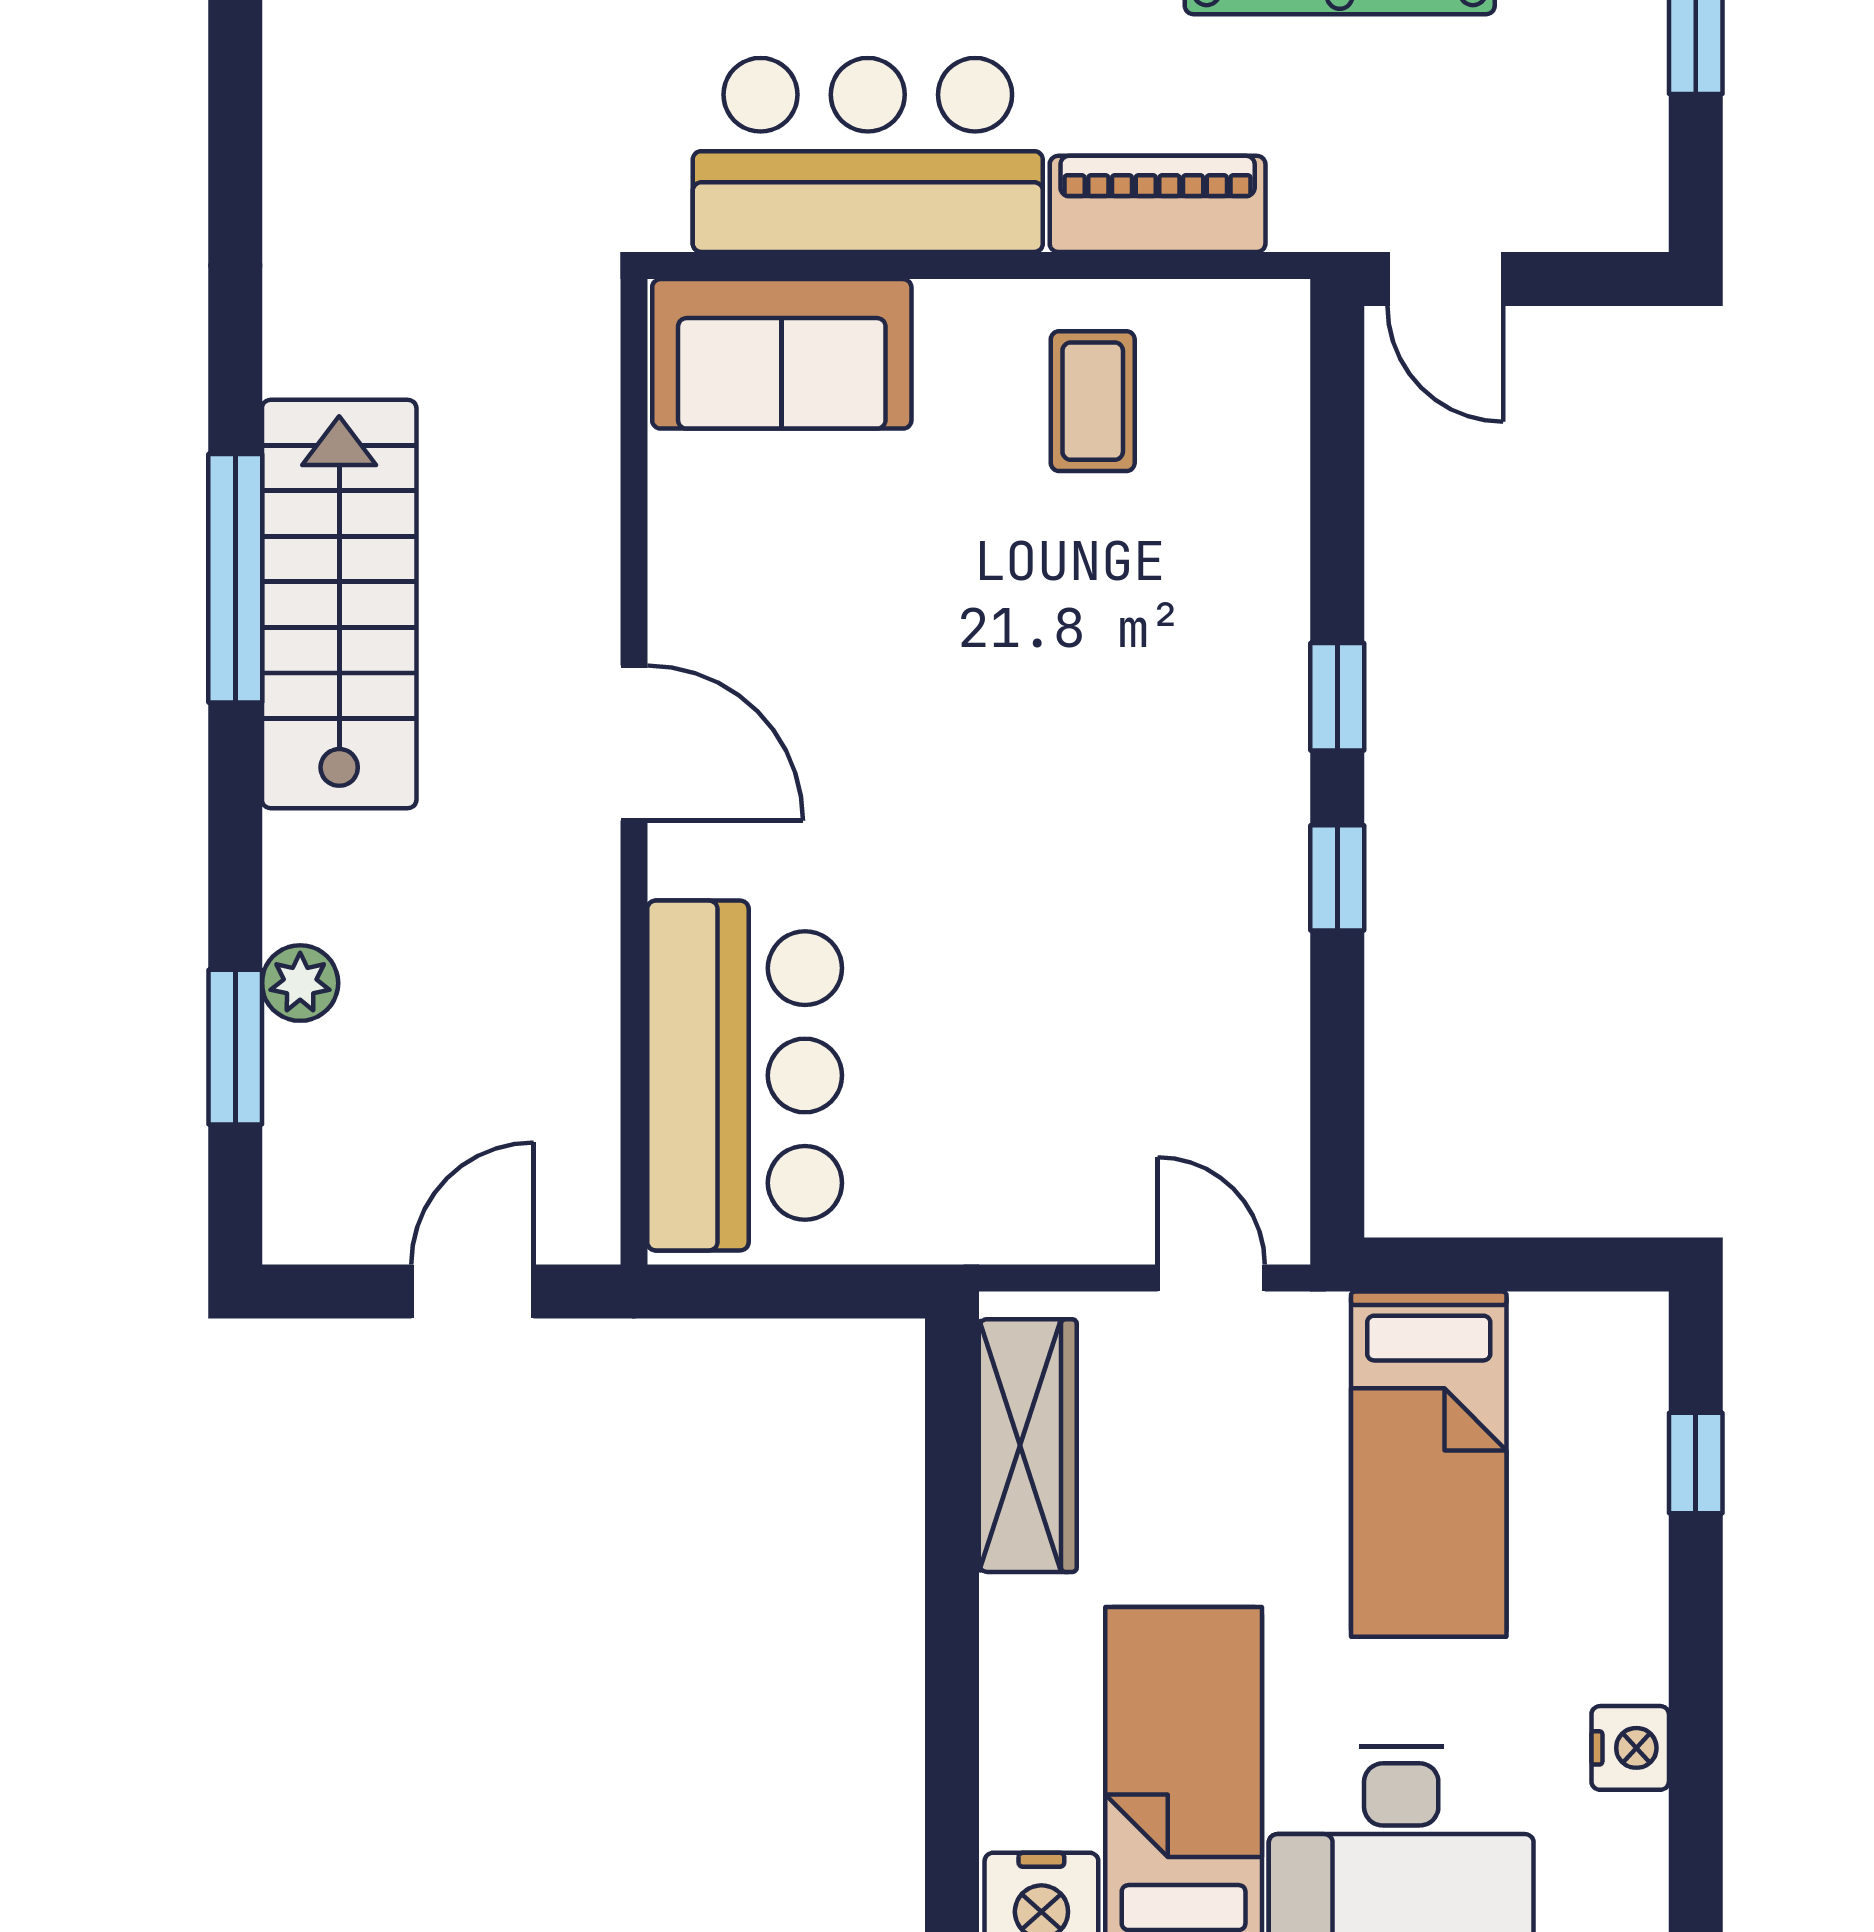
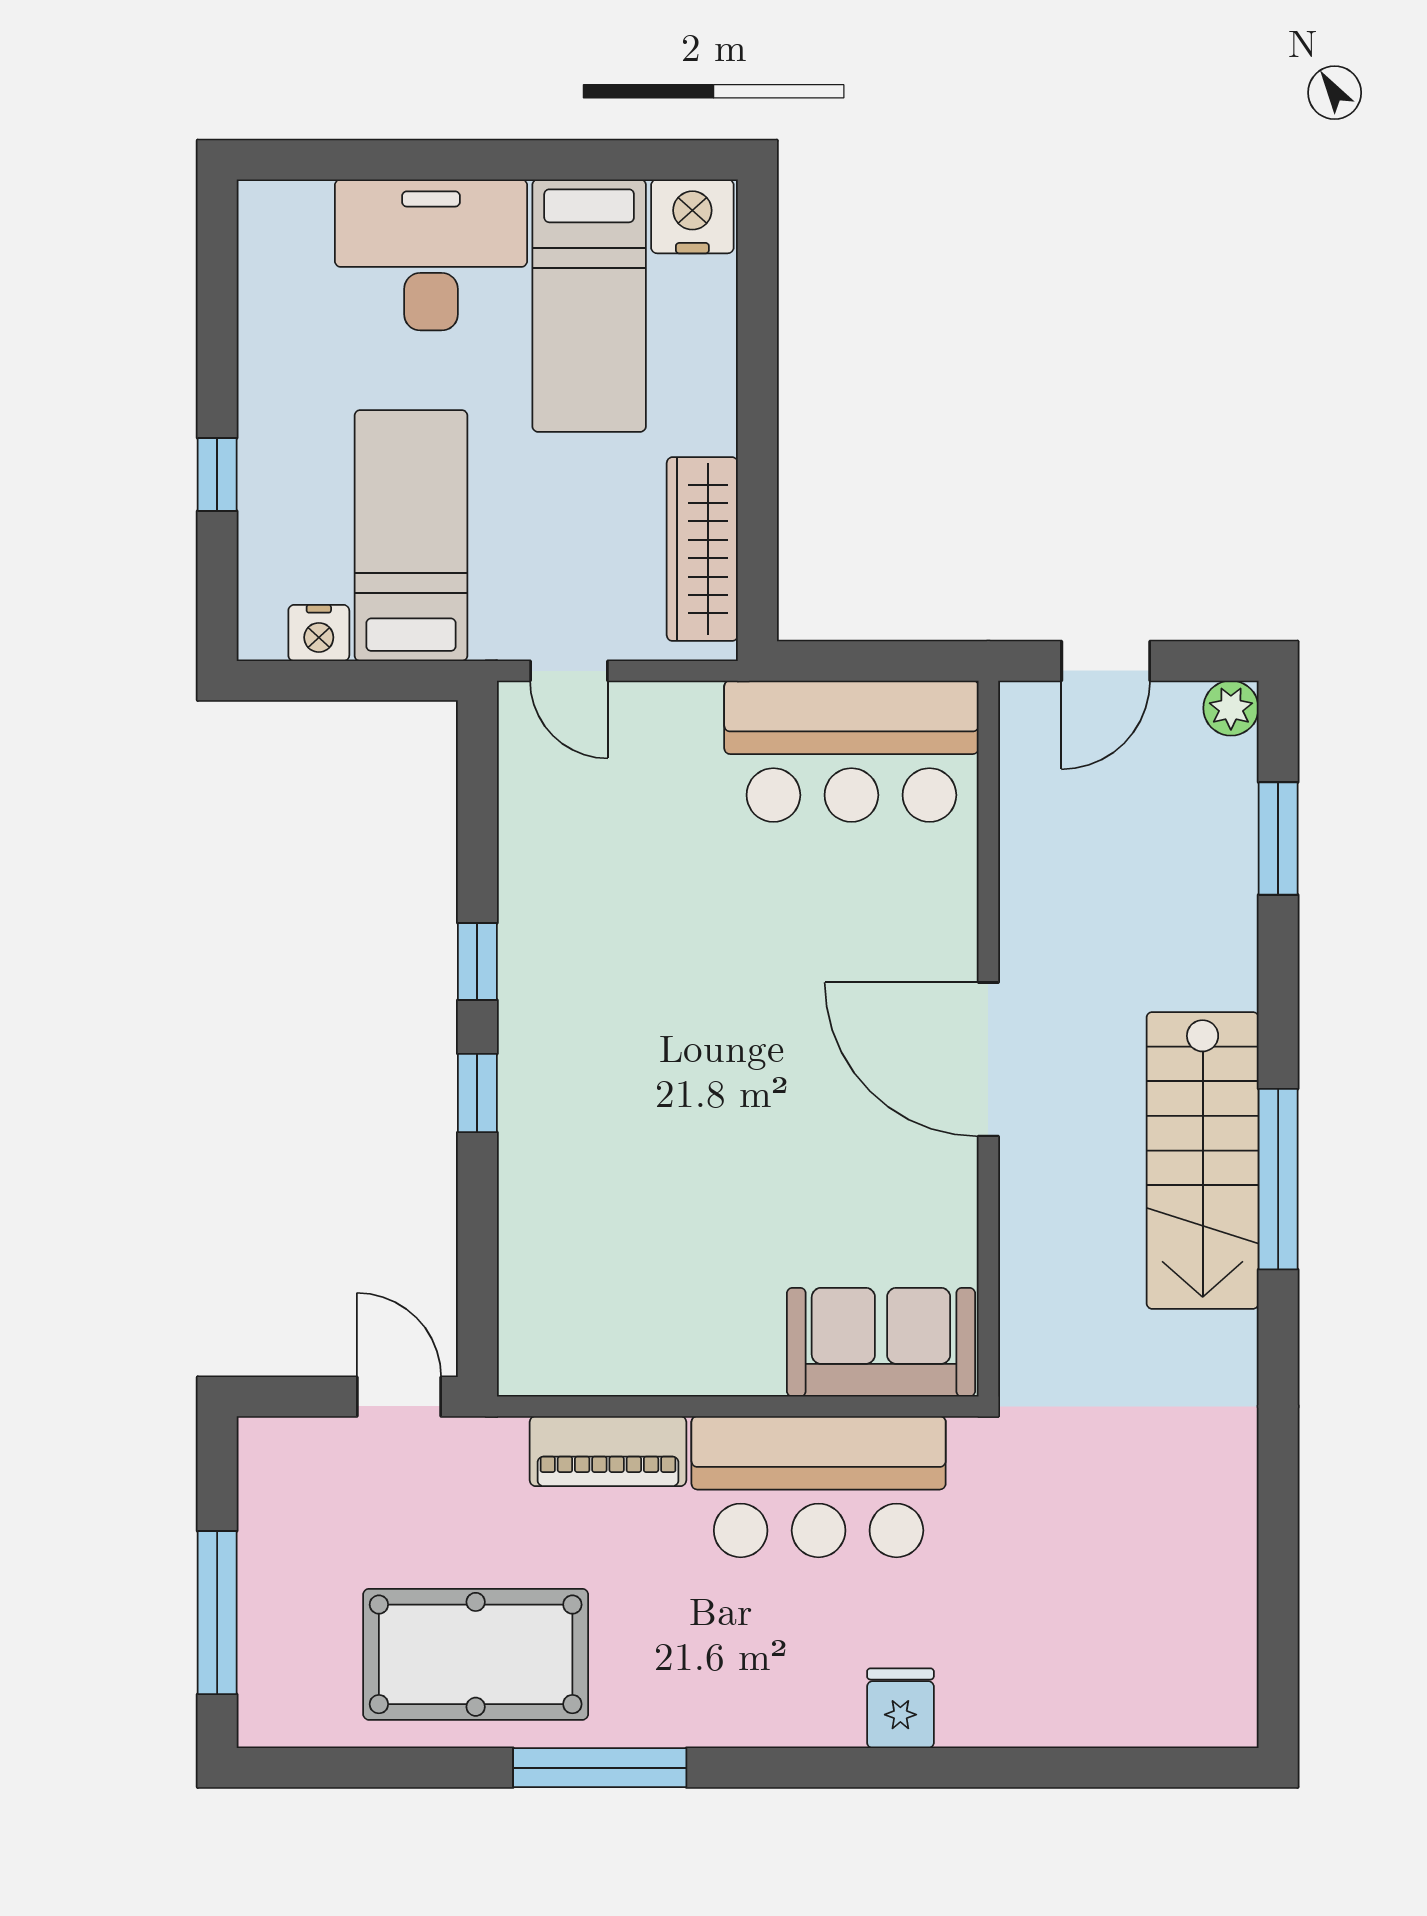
coffee table: (1093, 401) -> (655, 1308), removed
door: (634, 743) -> (988, 1059), width x1.36
plant: (300, 983) -> (1231, 708), moved
bar counter: (745, 1075) -> (851, 751), moved, turned -90
window: (1696, 1463) -> (217, 475), moved
nightstand: (1630, 1748) -> (319, 633), moved, turned -90

